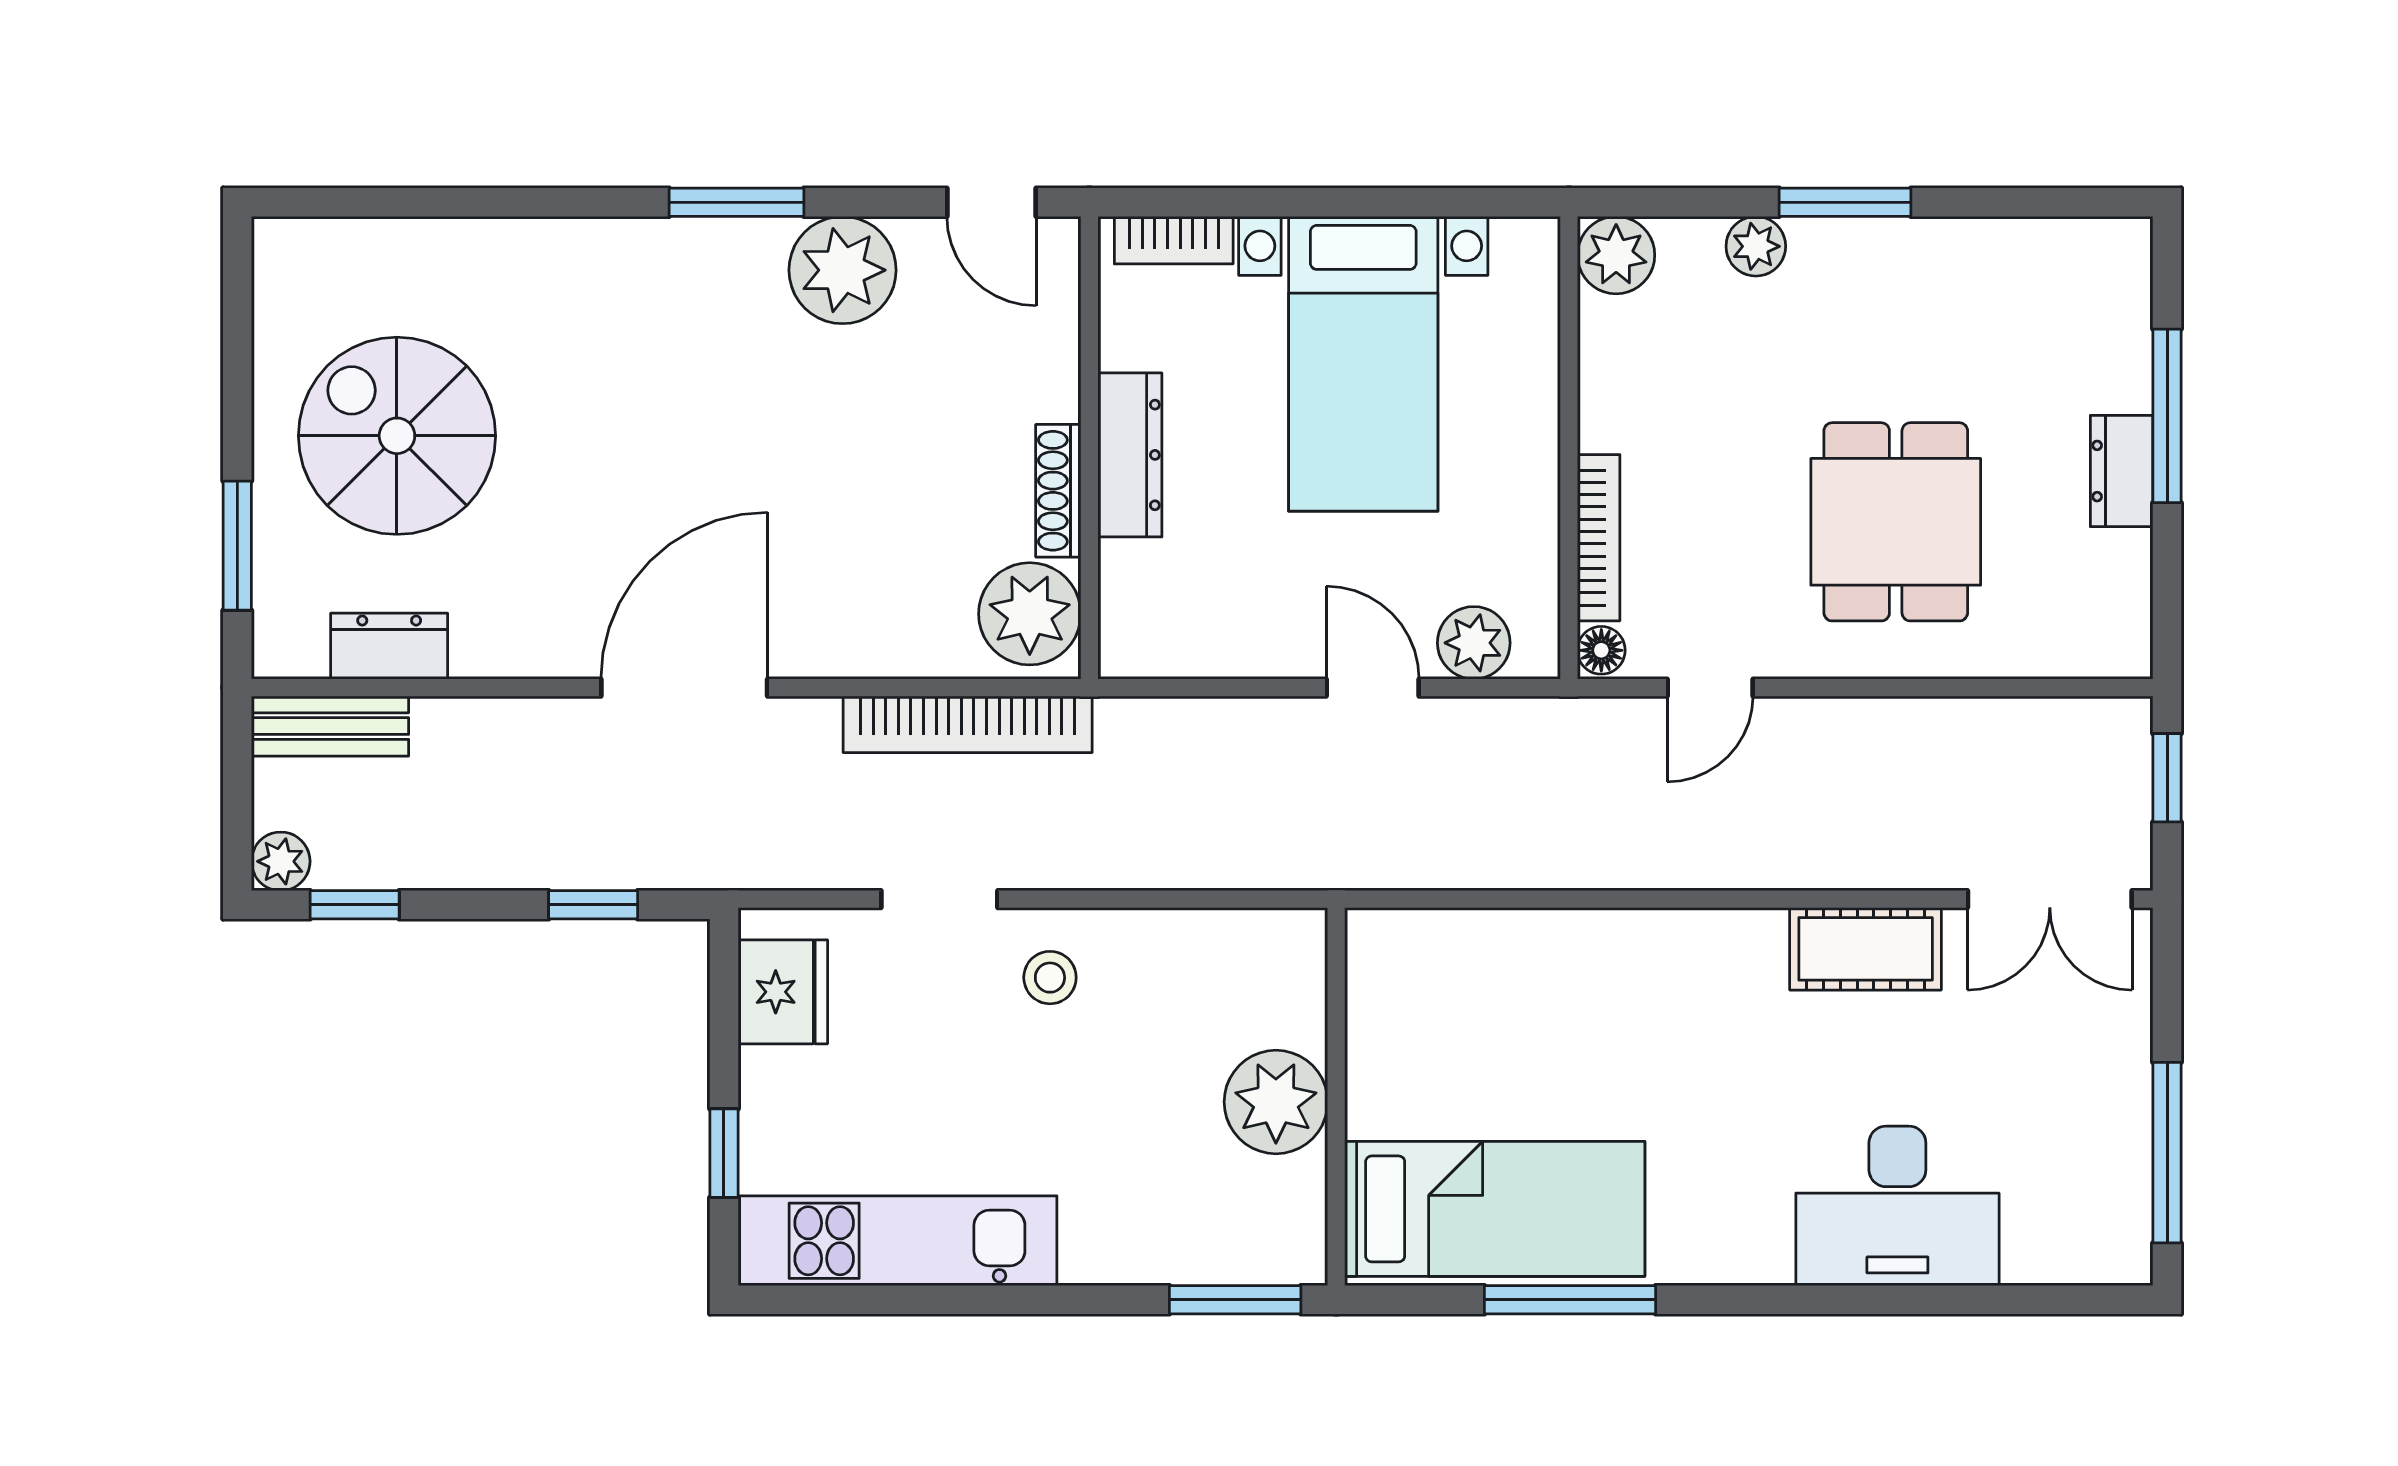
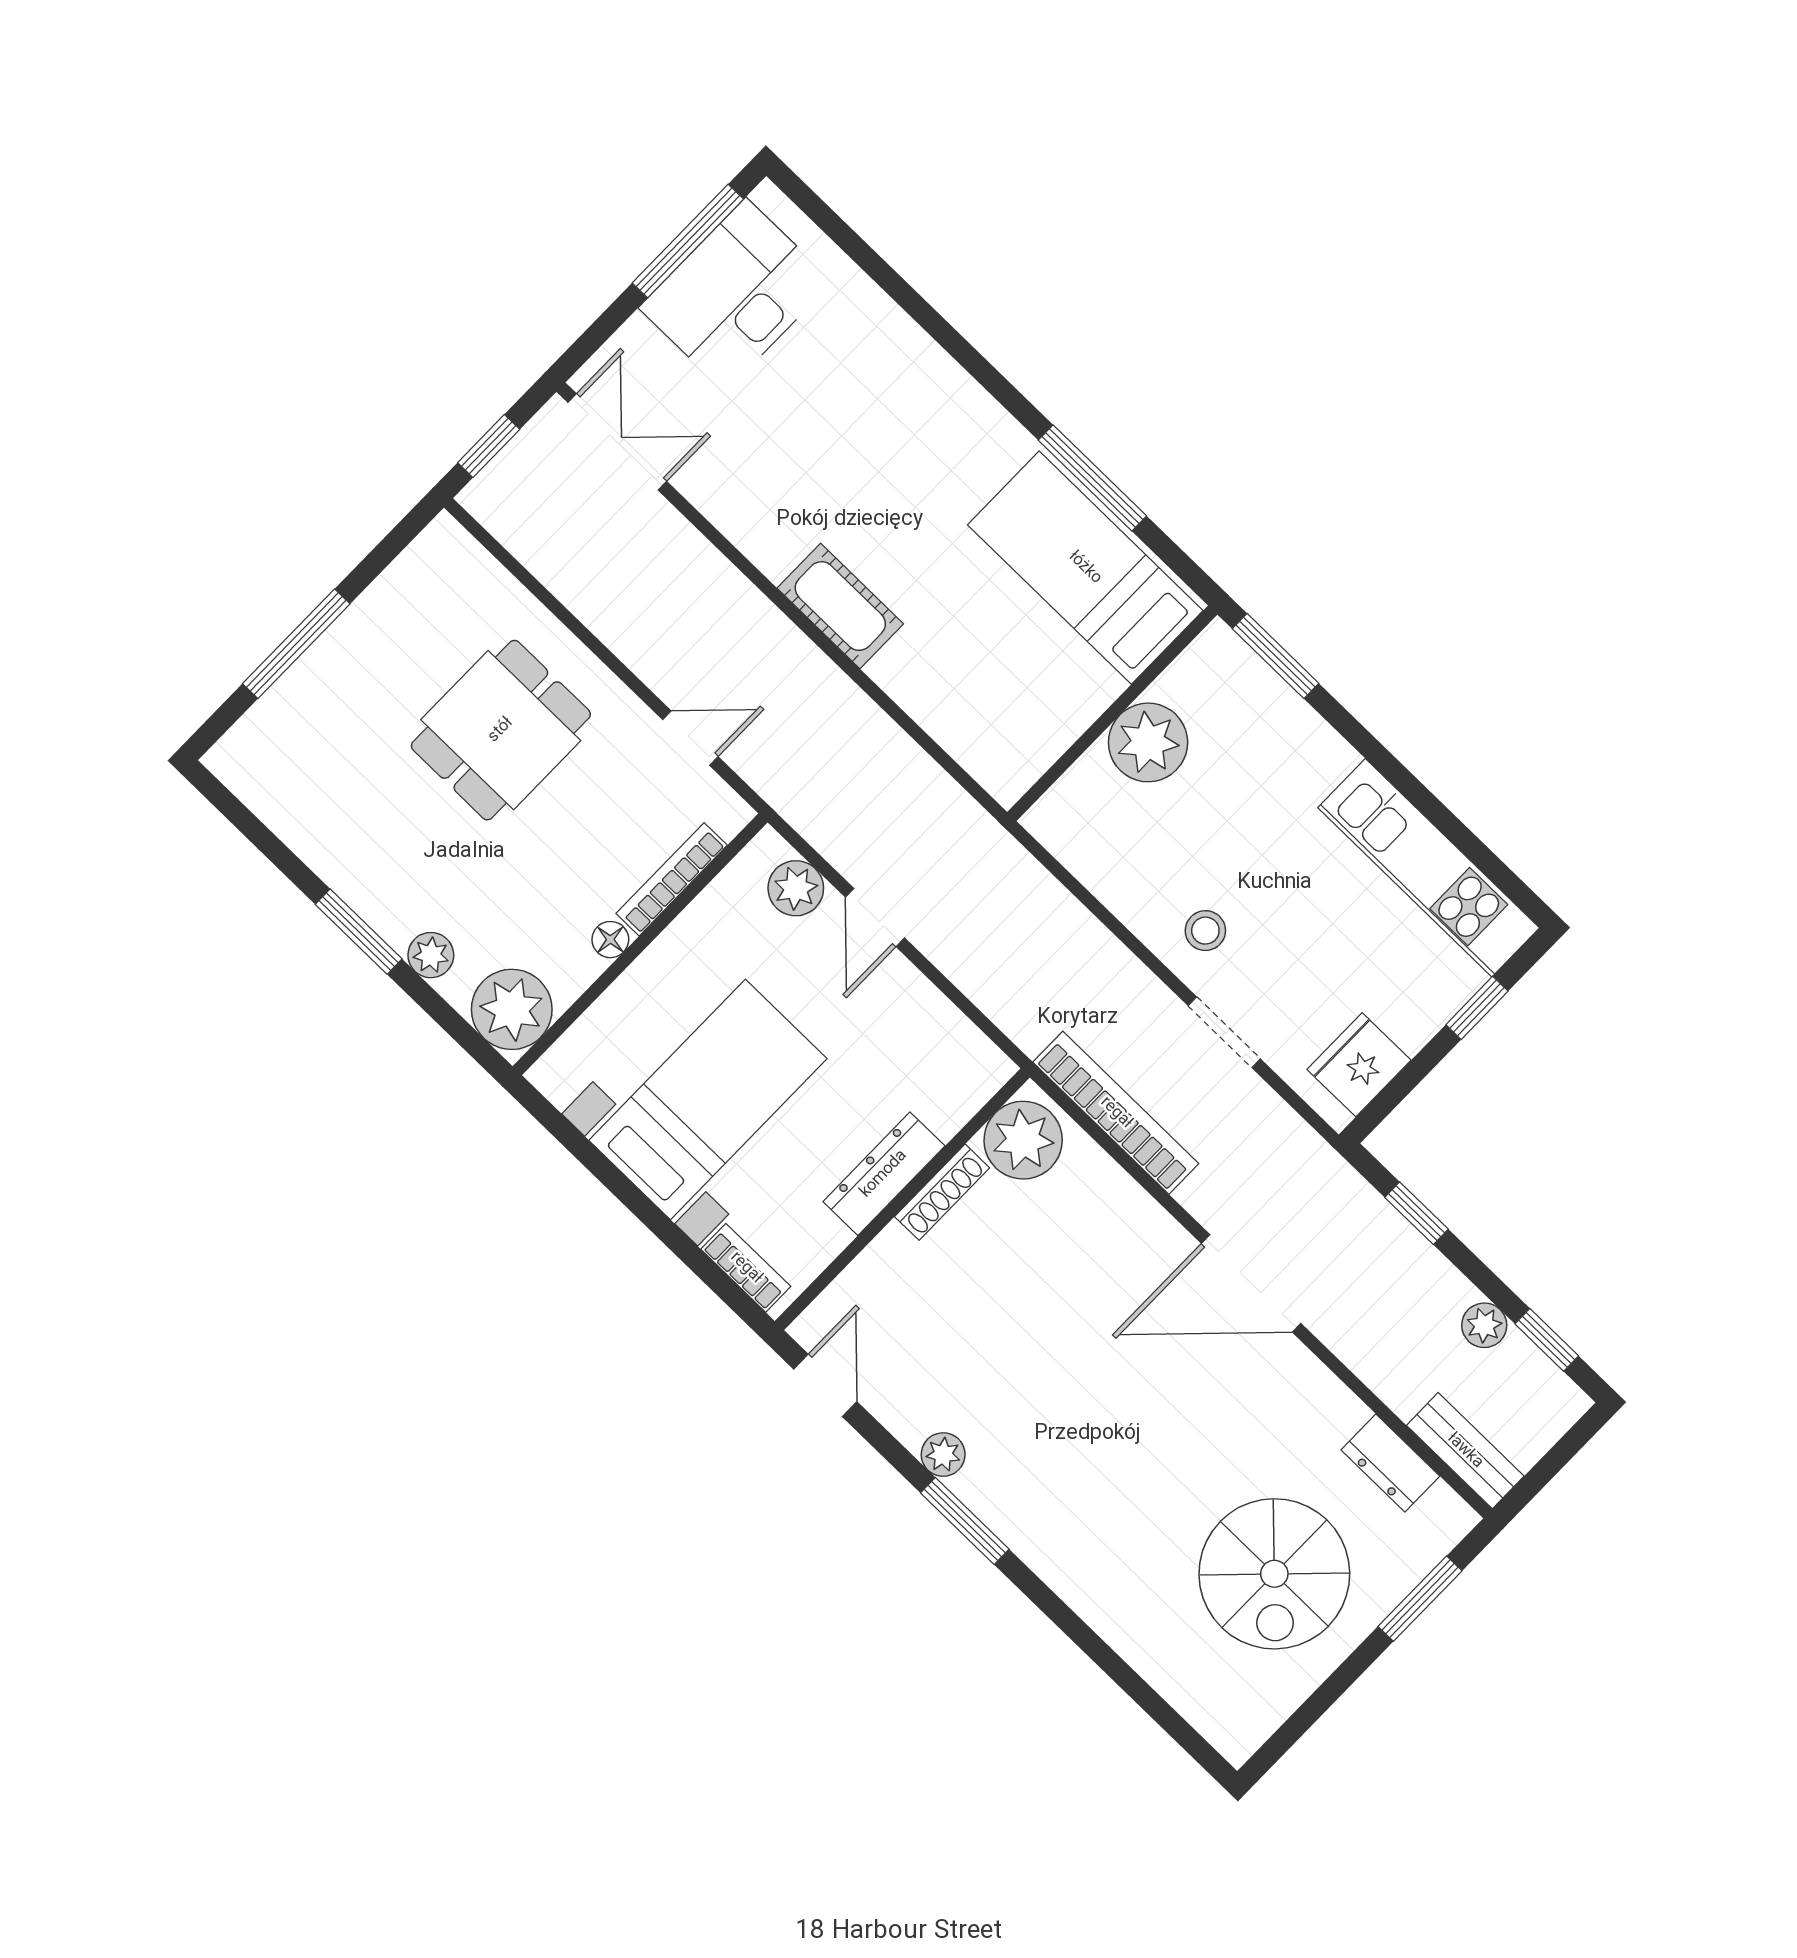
plant: (1616, 255) -> (512, 1009), width x1.36, depth x1.36
plant: (843, 270) -> (943, 1455), width x0.53, depth x0.53
dresser: (2122, 471) -> (350, 638), removed
floor lamp: (1601, 650) -> (610, 940), moved
plant: (281, 861) -> (1484, 1325), moved
cot: (1866, 949) -> (840, 606), moved
desk: (1897, 1206) -> (736, 295), moved, turned -90

